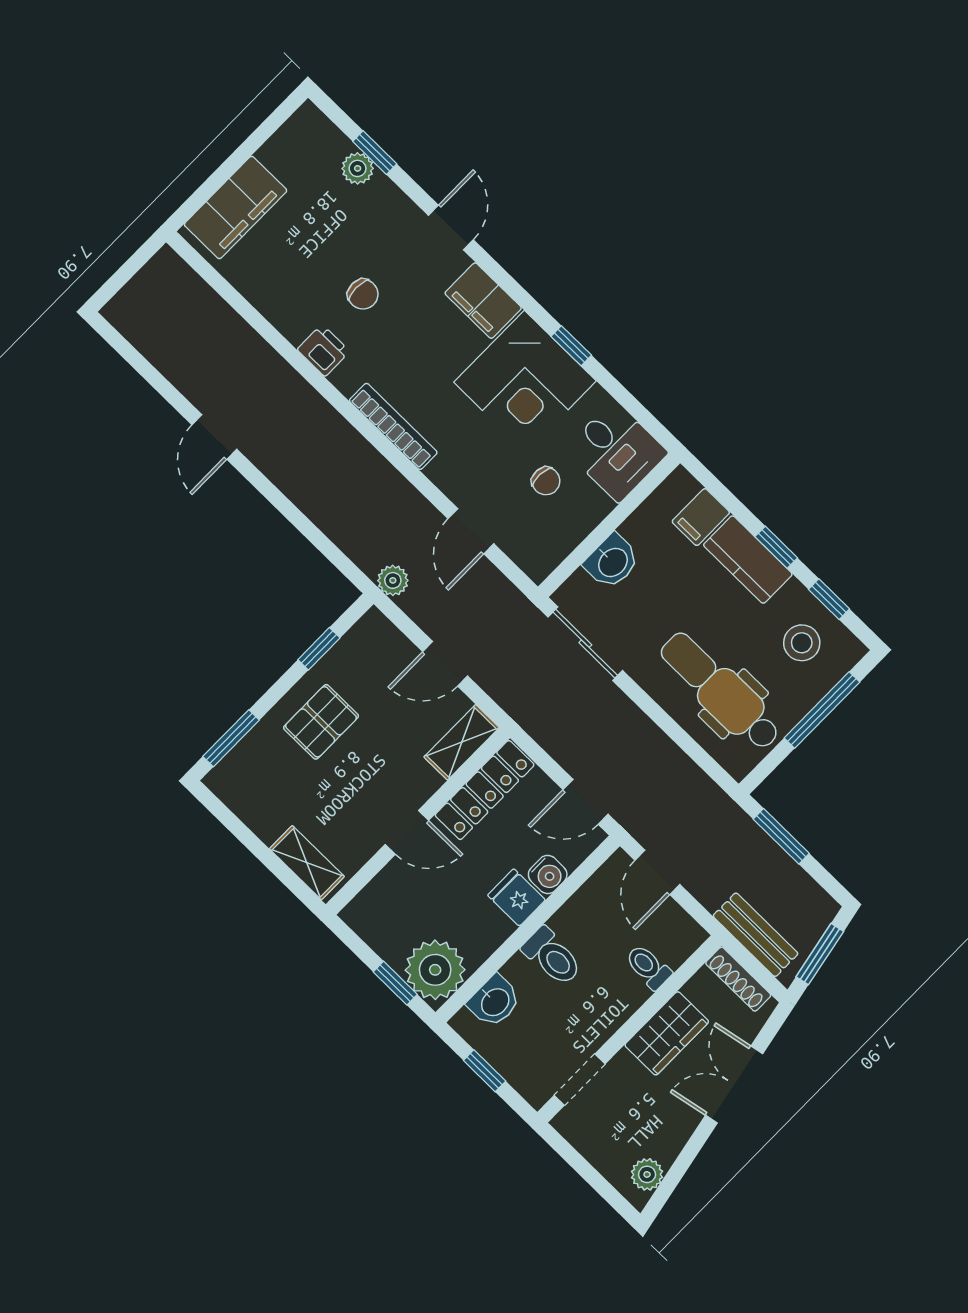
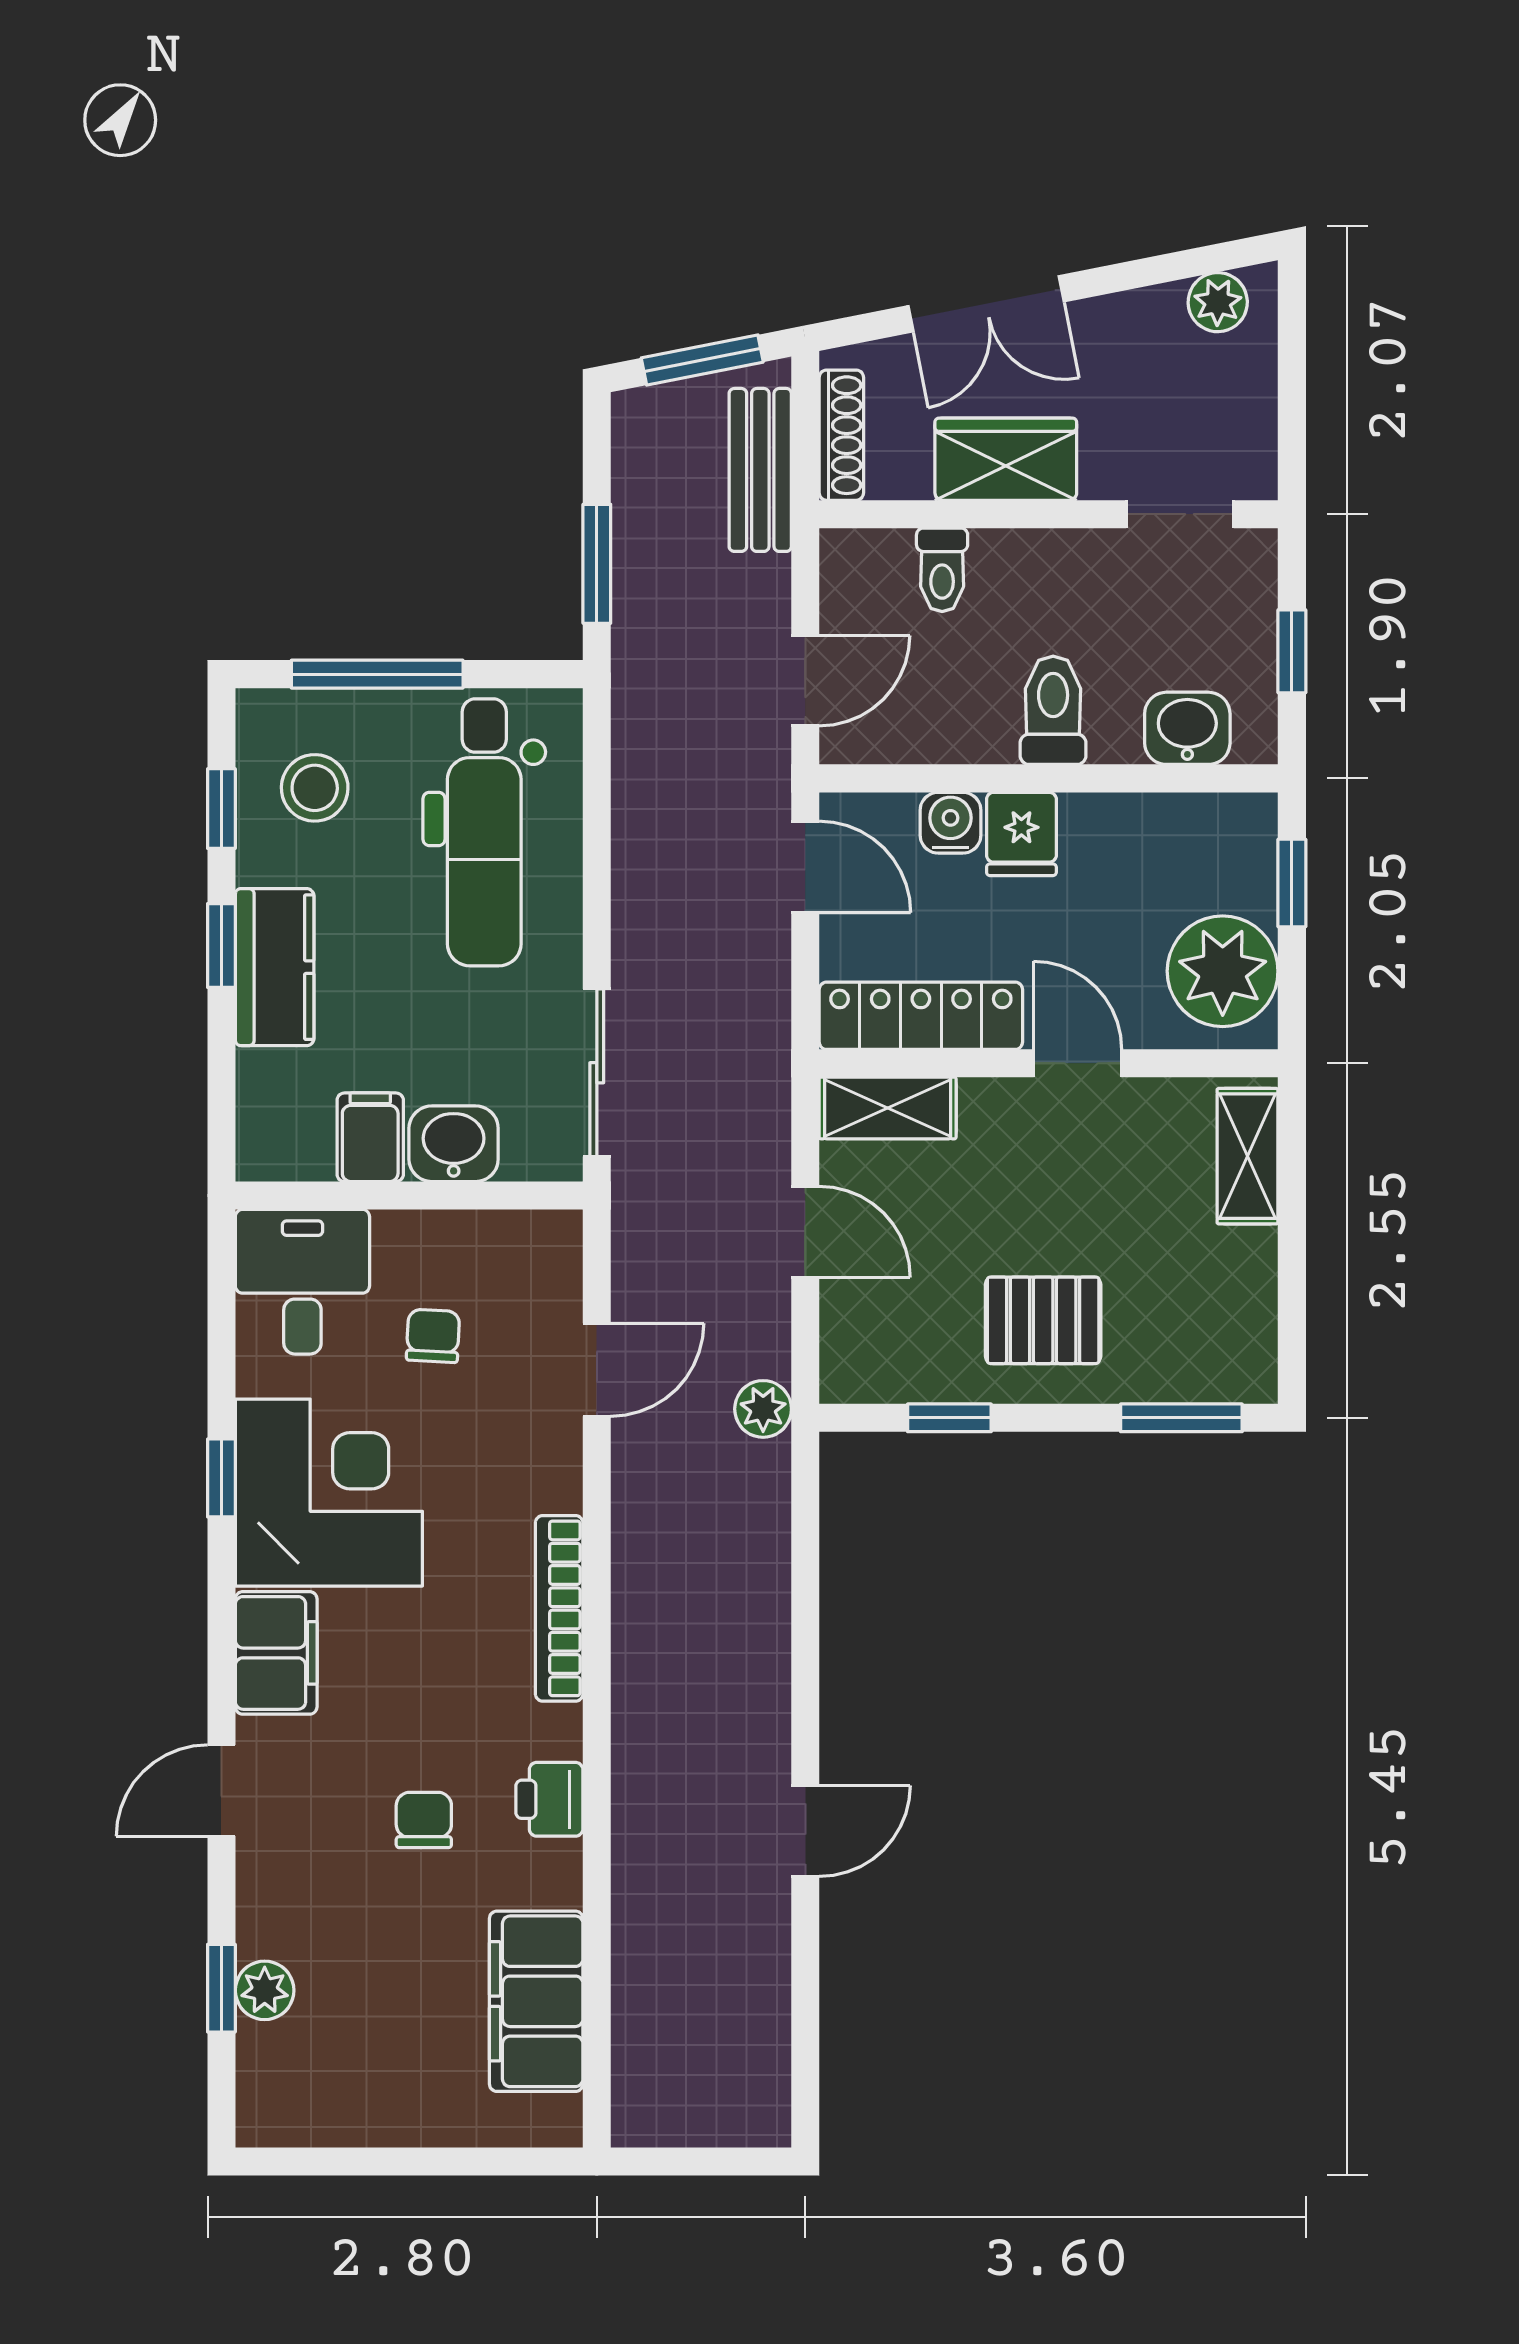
filing cabinet: (236, 207) -> (536, 2001), moved, turned -90
filing cabinet: (701, 517) -> (370, 1137), moved, turned -90
plant: (435, 970) -> (1223, 971), moved

